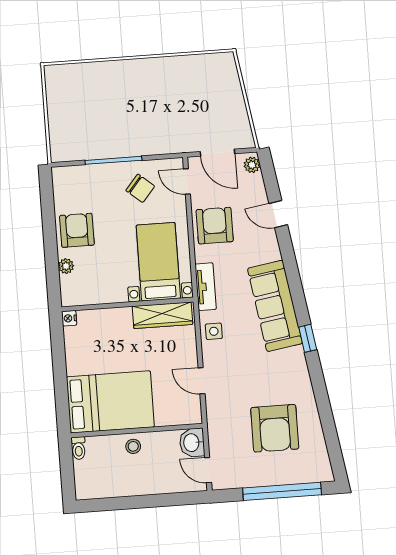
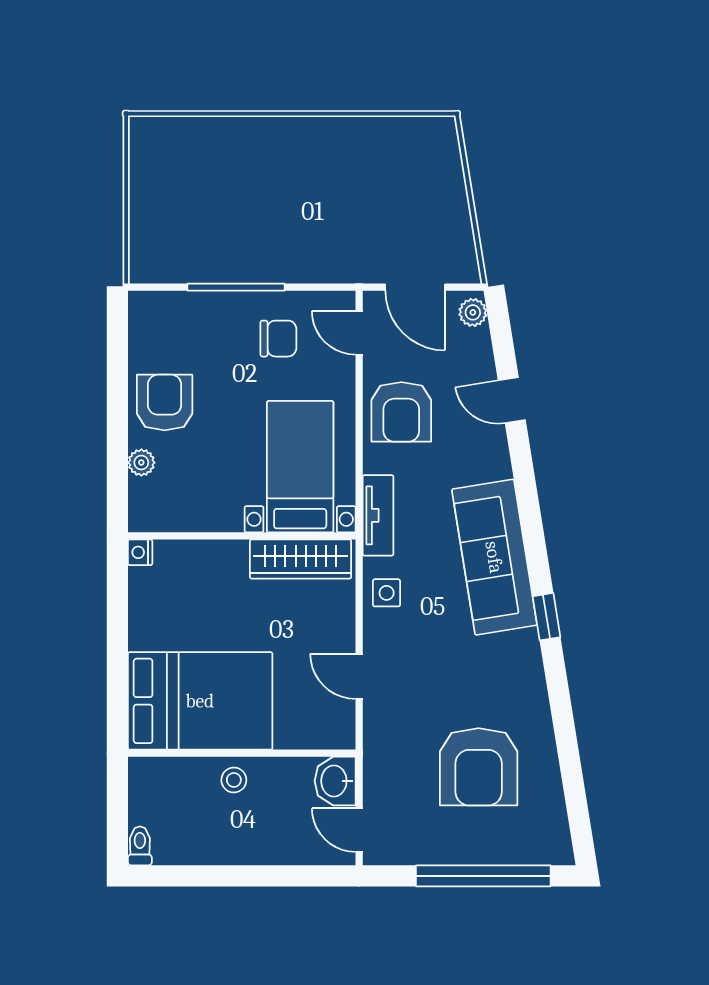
chair: (140, 188) -> (278, 339), turned -40
armchair: (215, 226) -> (401, 412), turned 180
toilet: (79, 448) -> (140, 846), moved, turned 180

